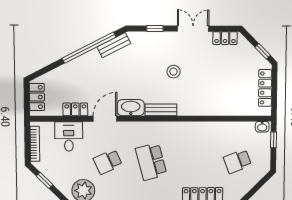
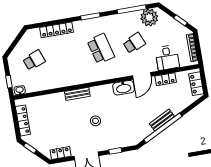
bench: (114, 45) -> (162, 120), moved
bench: (161, 110) -> (77, 94), moved

